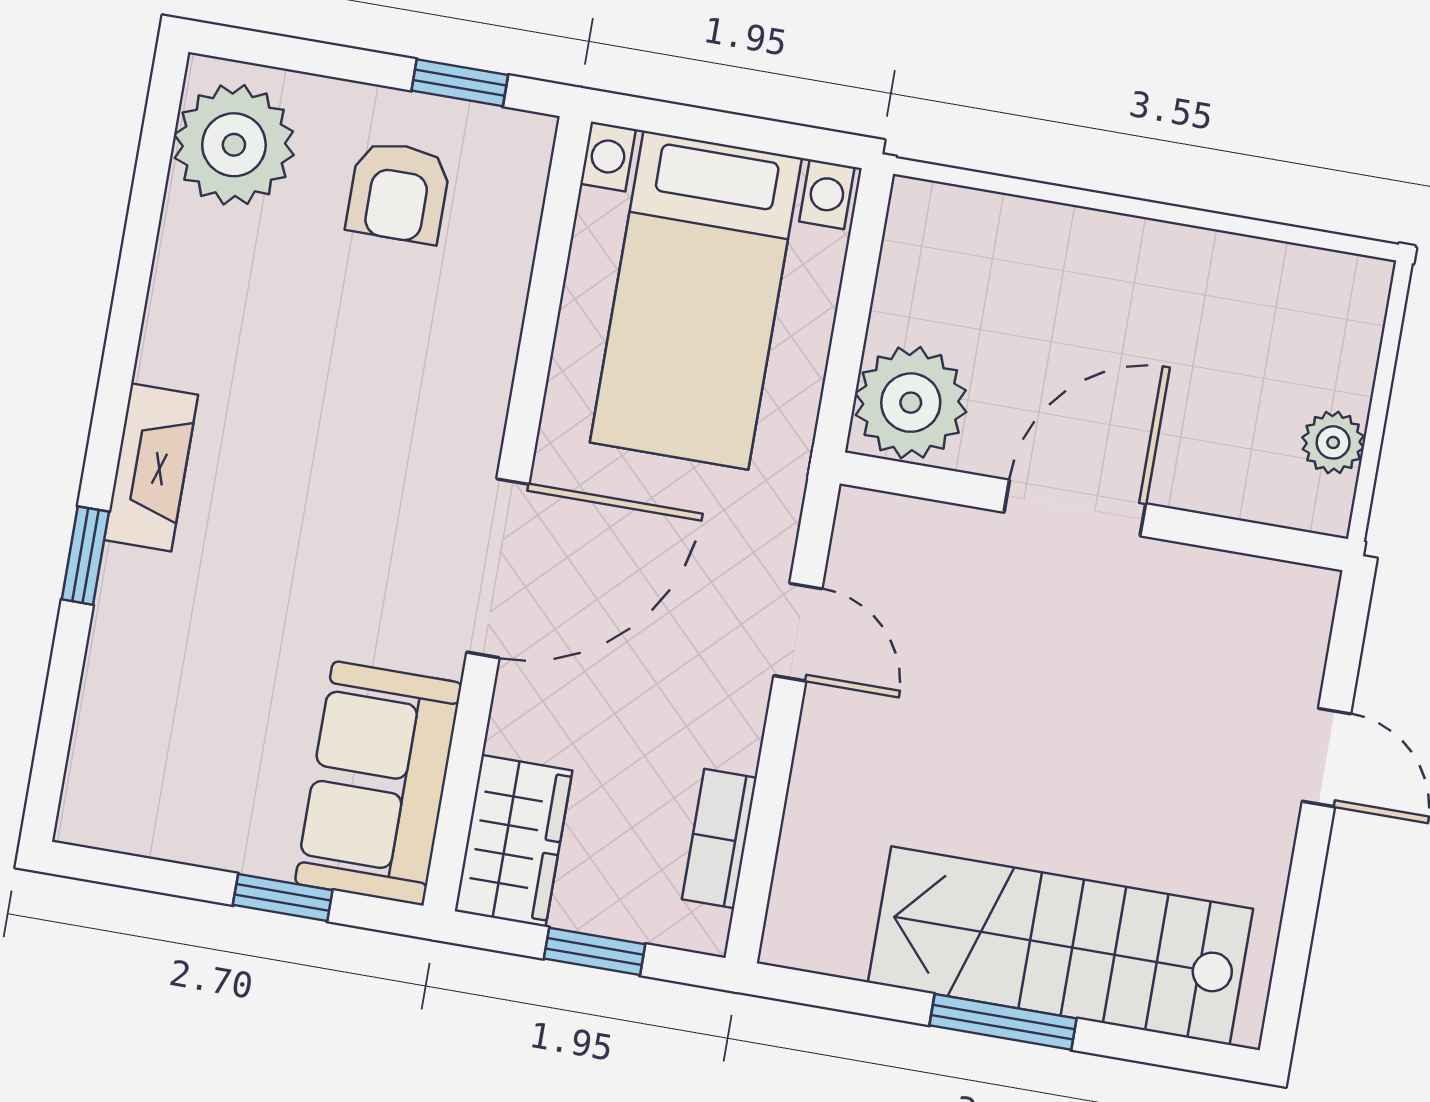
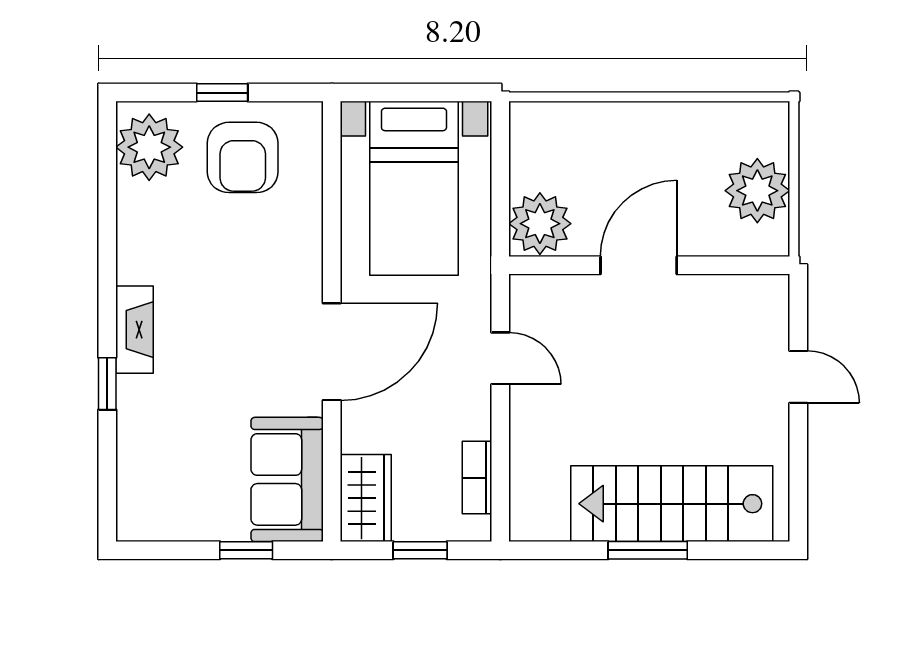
window: (460, 83) -> (222, 93), moved
armchair: (398, 192) -> (243, 157), width x1.38, depth x1.38
plant: (1333, 442) -> (757, 191), width x1.87, depth x1.87

